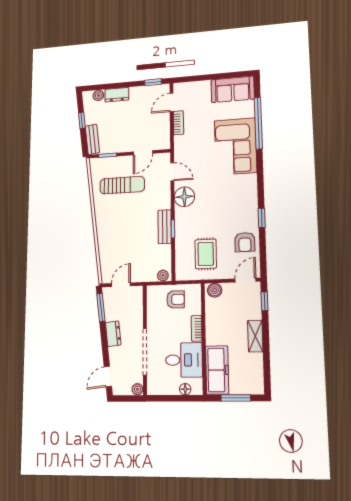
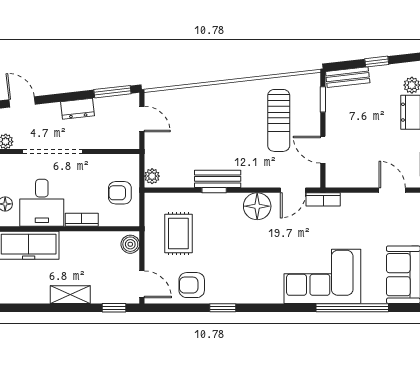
bookcase: (178, 123) -> (323, 199), moved
rug: (206, 254) -> (178, 234), turned 90
armchair: (176, 299) -> (120, 193), turned 90

